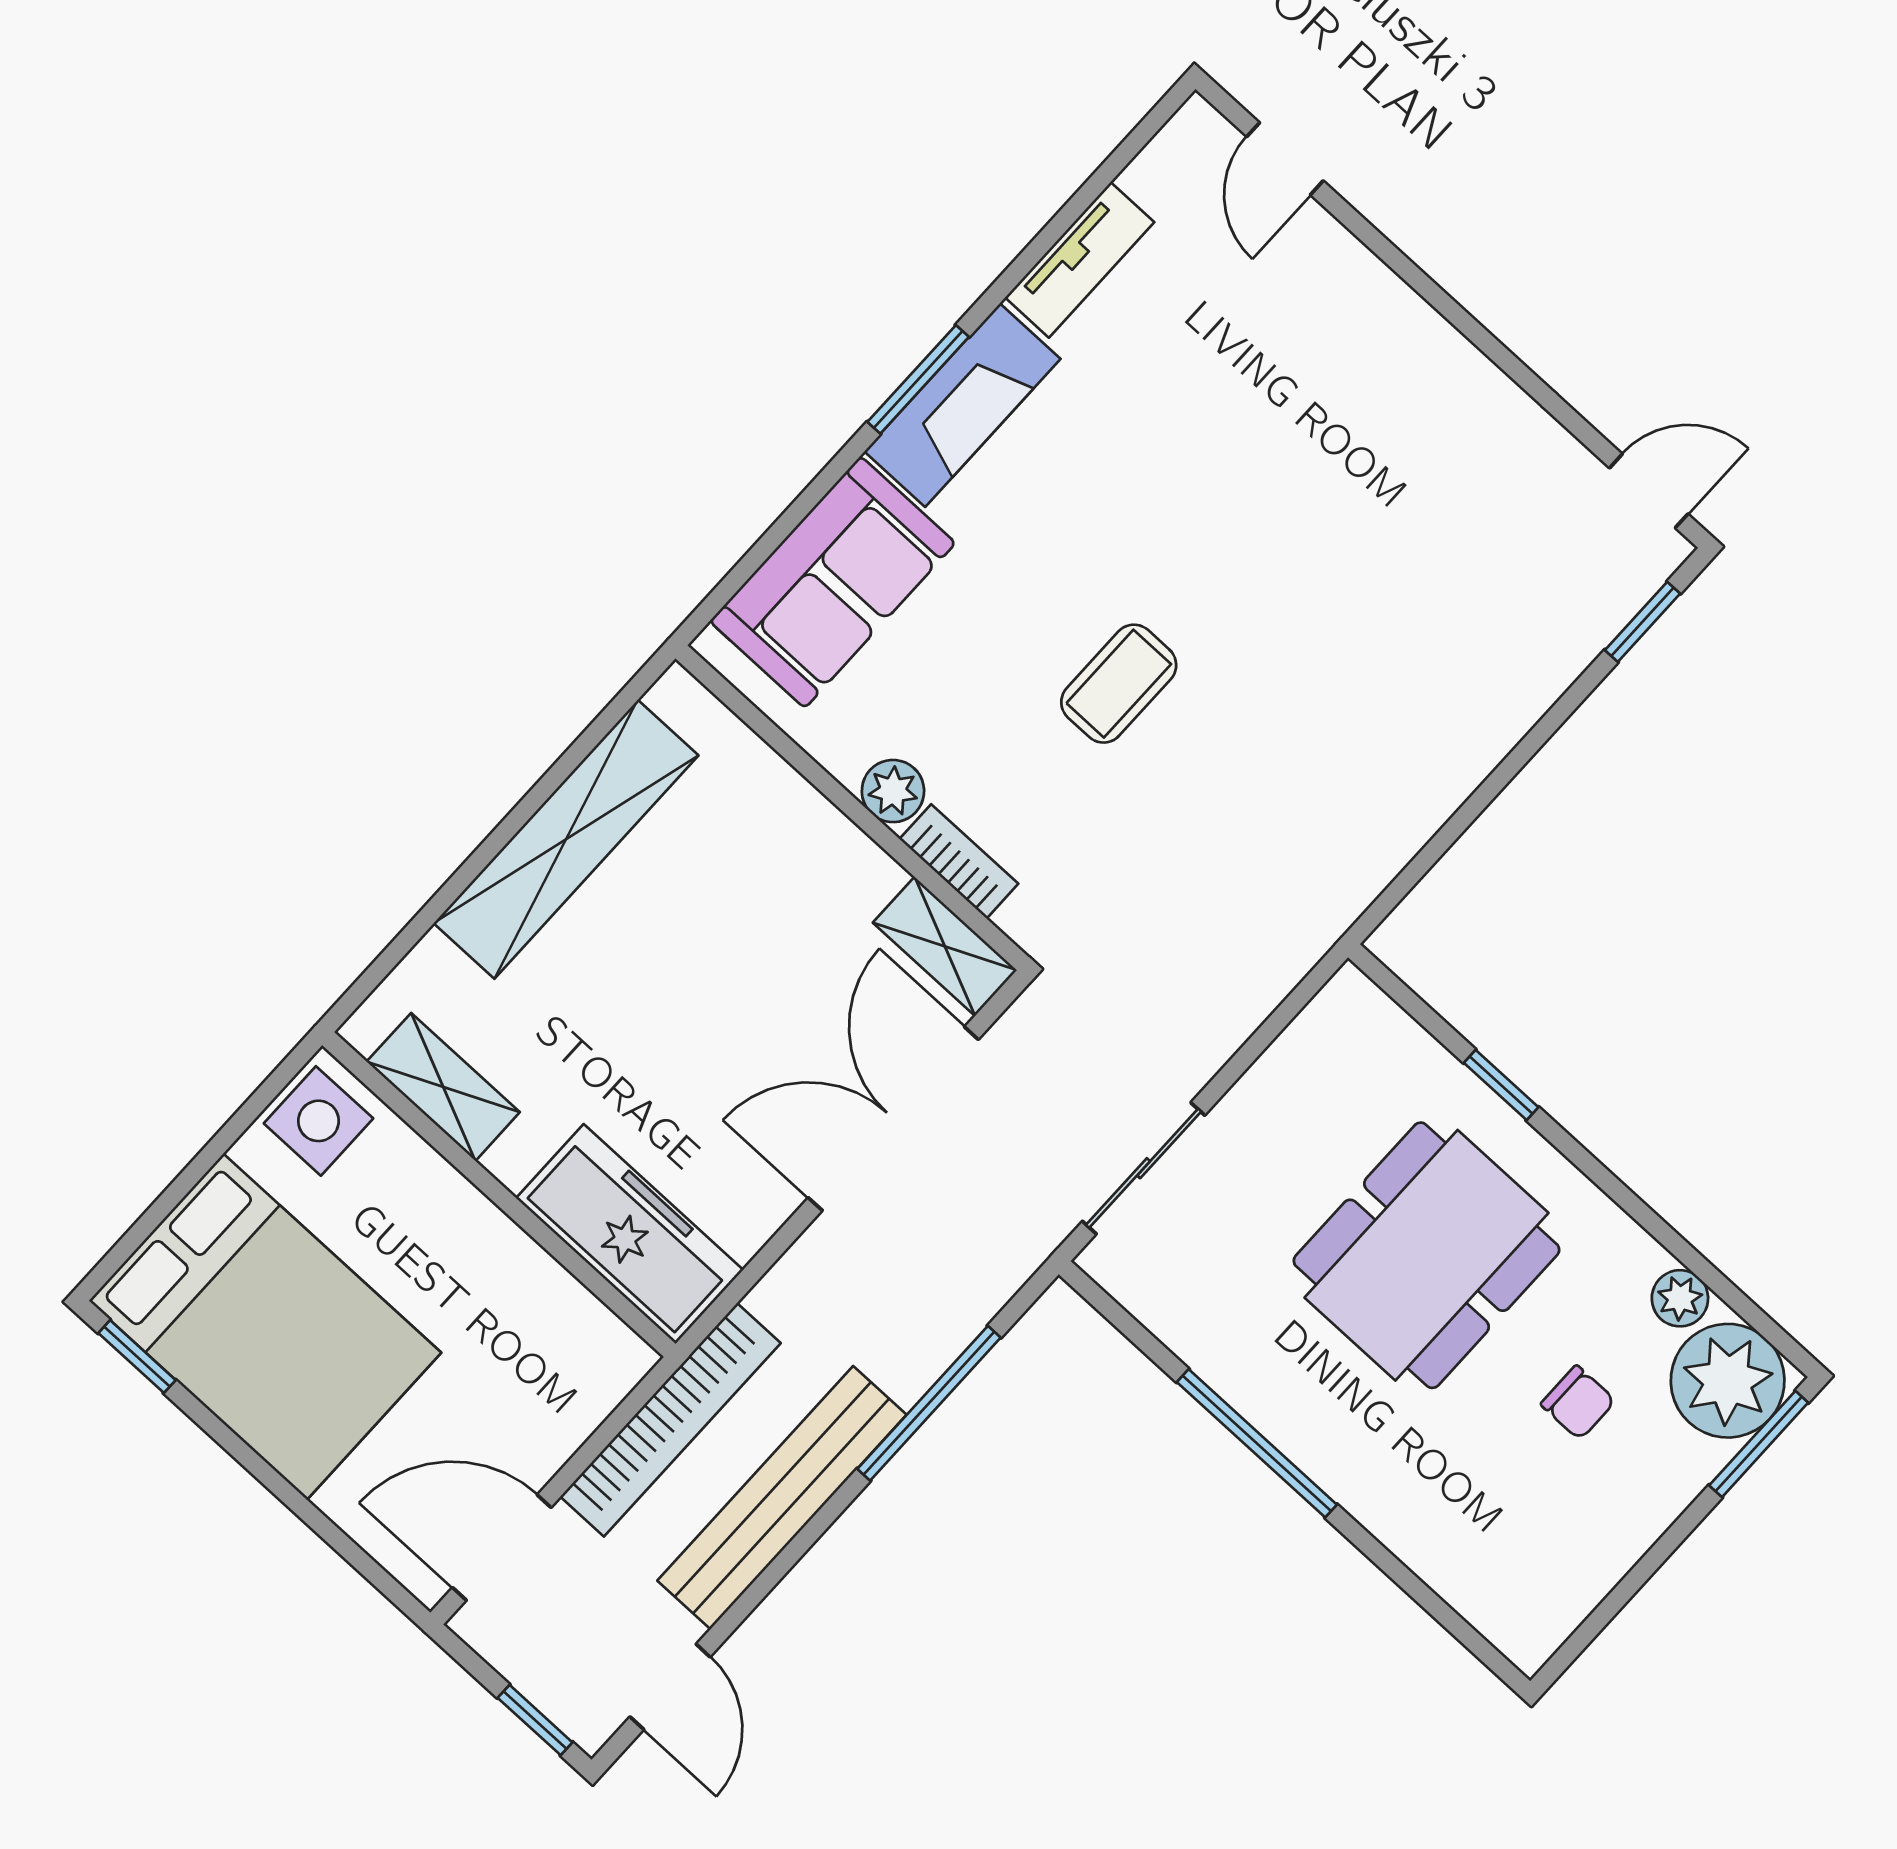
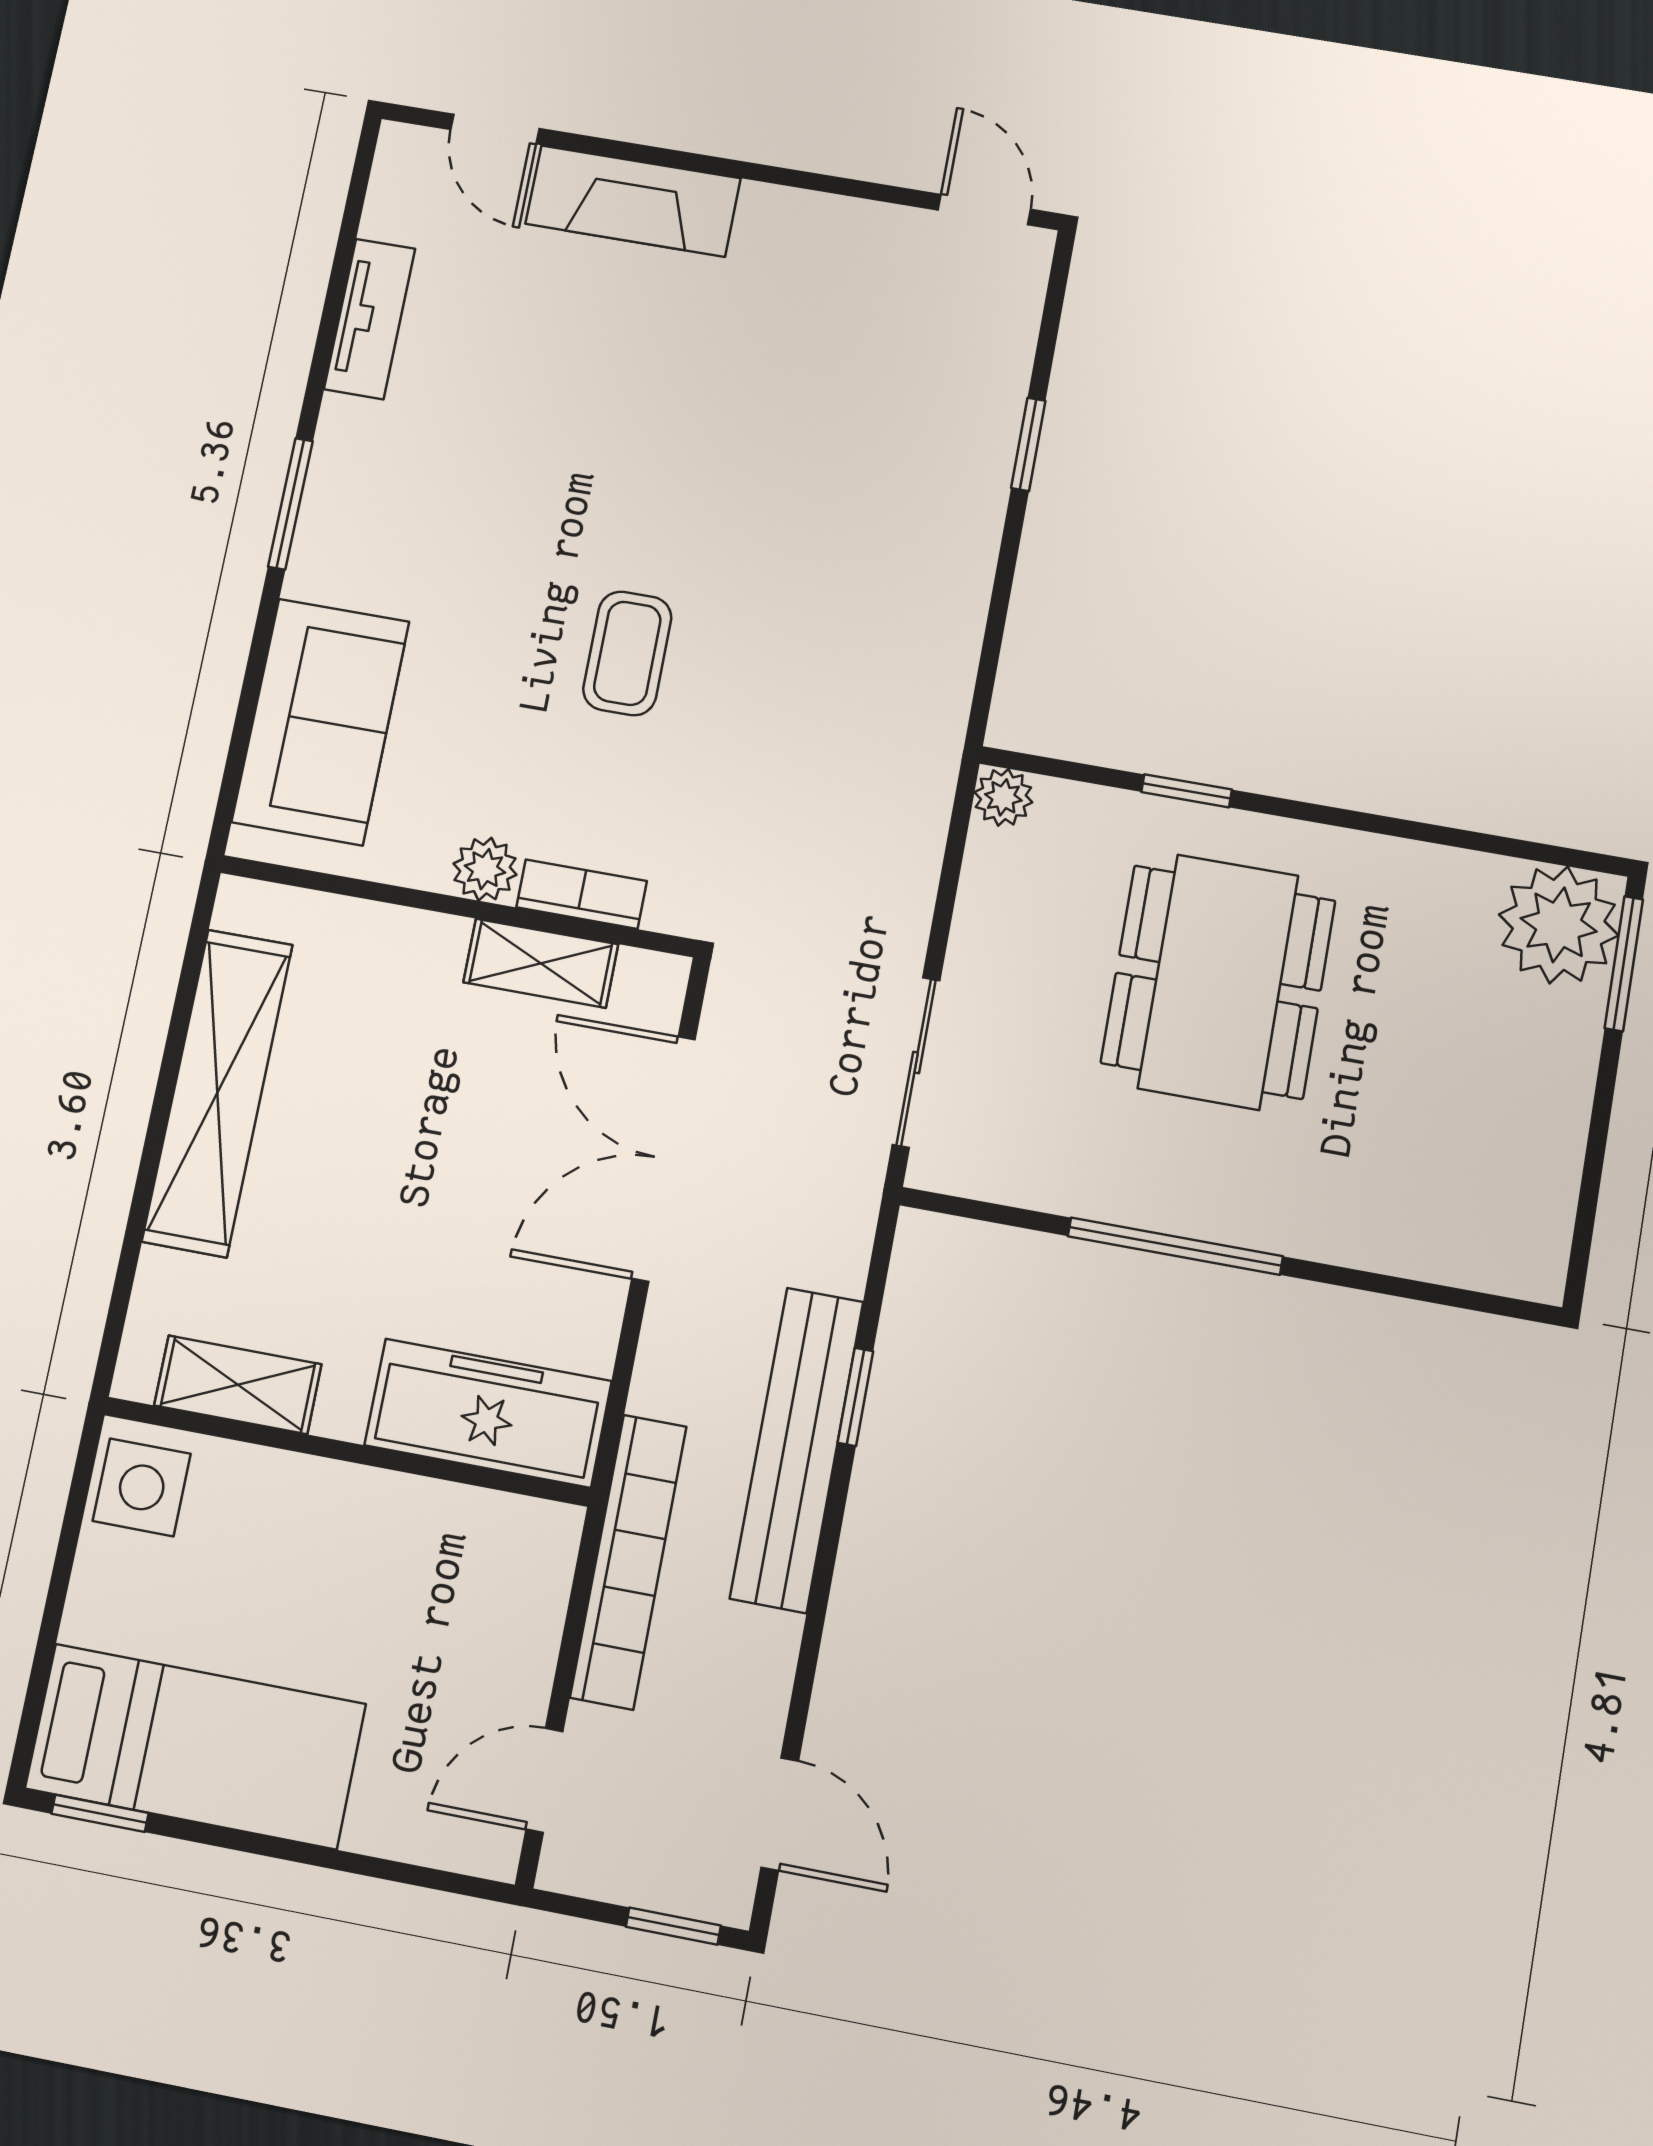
fireplace: (962, 405) -> (633, 201), moved, turned 90
door: (1649, 491) -> (984, 210), hinge flipped
window: (1642, 622) -> (1028, 444), moved
shelving: (945, 946) -> (541, 963), moved
plant: (1680, 1298) -> (1003, 797), moved
bed: (265, 1327) -> (195, 1746), width x0.67
chair: (1578, 1402) -> (1439, 1028), removed
window: (929, 1403) -> (855, 1397), width x0.46
bench: (782, 1498) -> (797, 1450), moved
door: (502, 1547) -> (544, 1780), width x0.73

